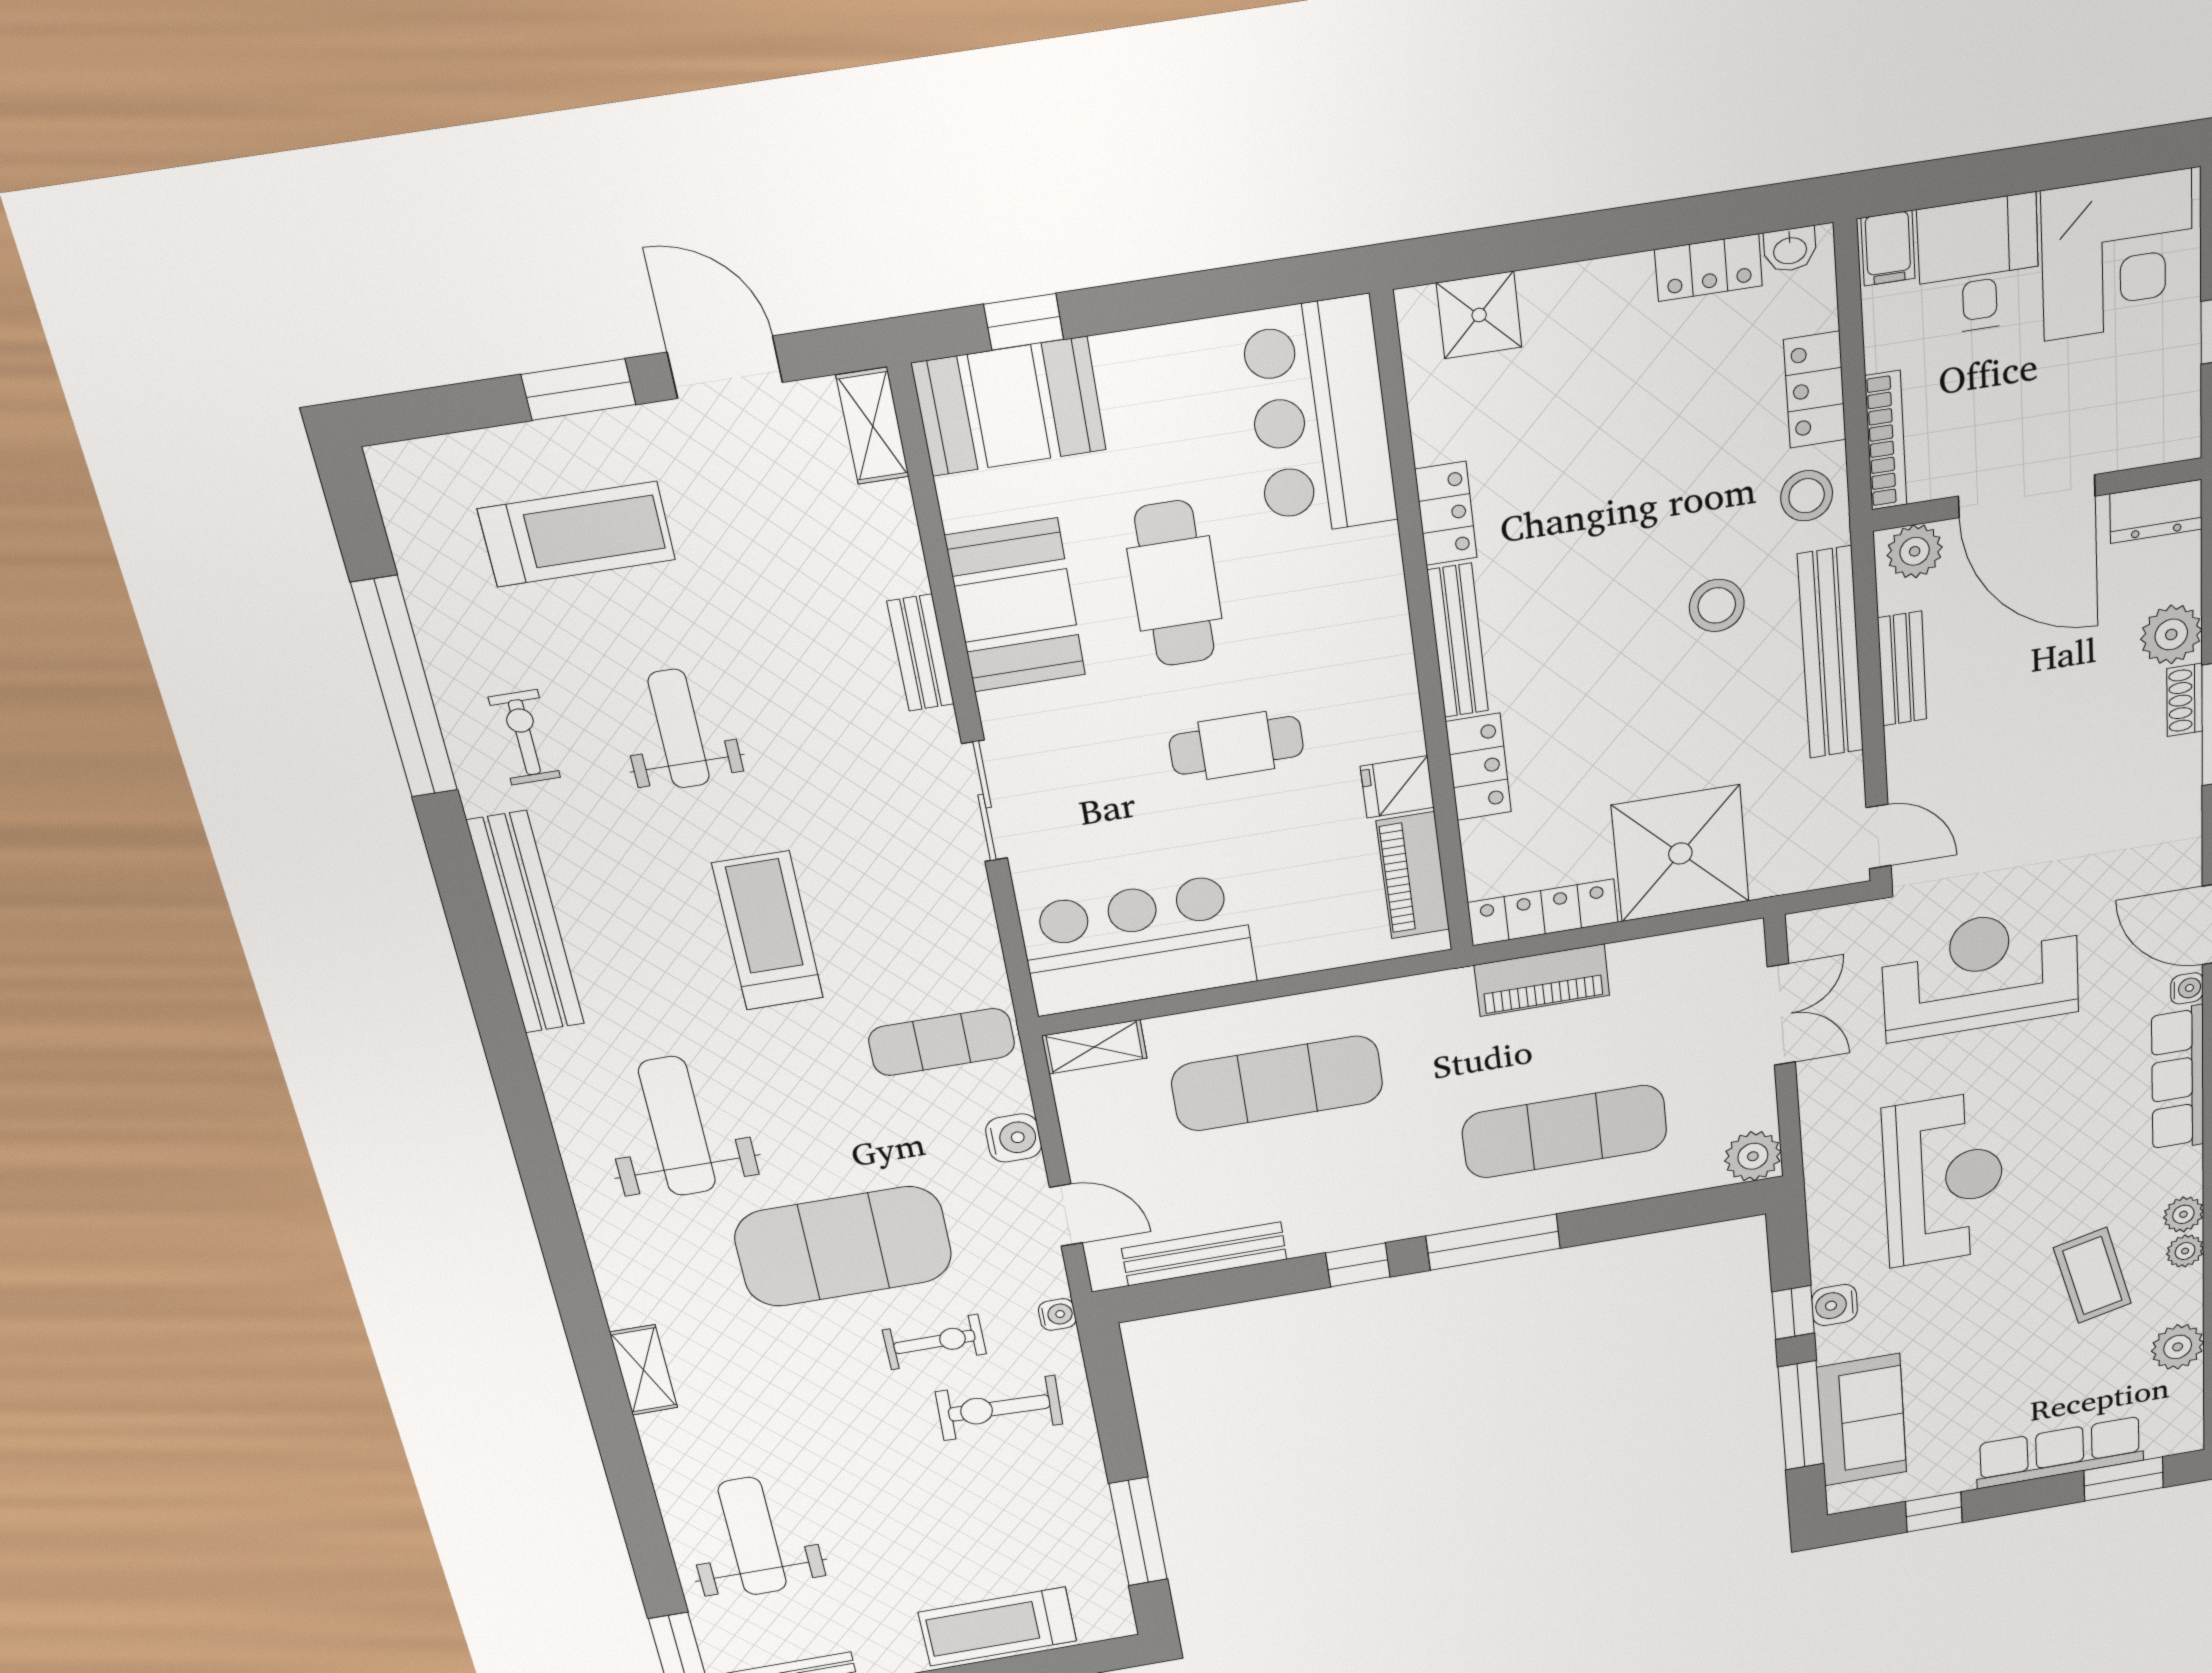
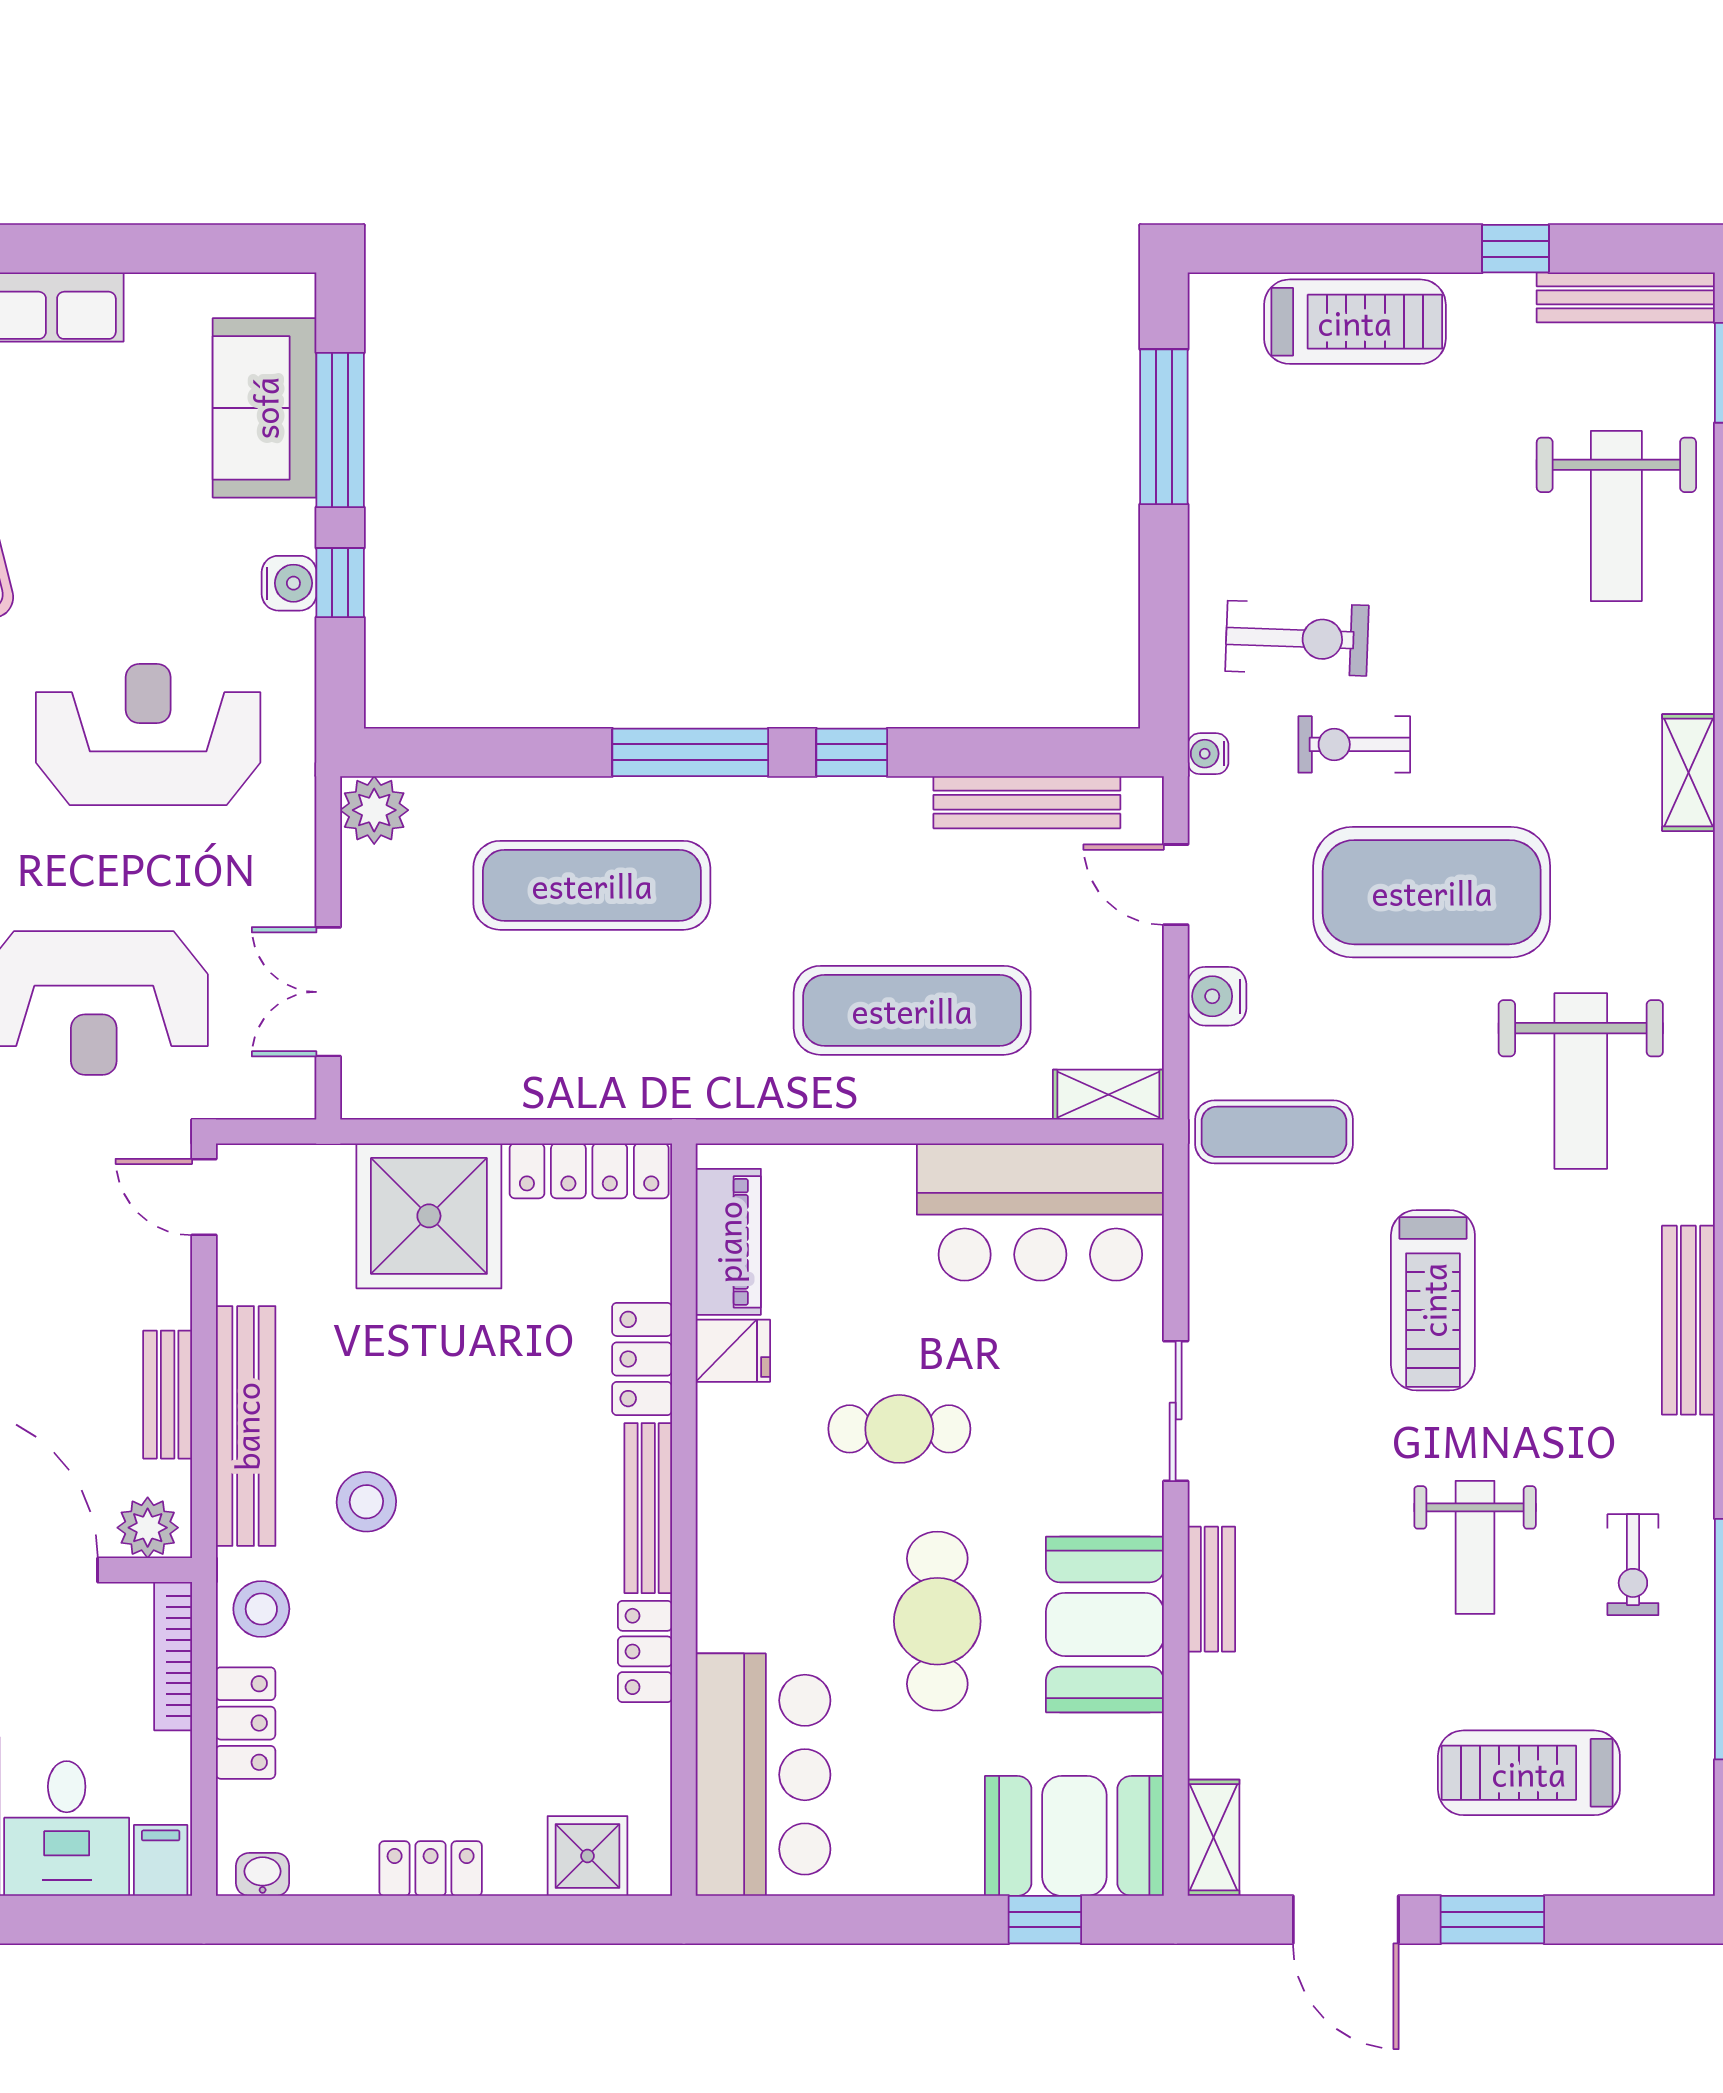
locker: (1708, 268) -> (431, 1869), moved
bench: (526, 923) -> (1688, 1320), width x0.73, depth x0.82
piano: (1542, 980) -> (599, 1086), removed
reception desk: (1944, 1179) -> (148, 734), turned 90
window: (1934, 1512) -> (180, 249), removed

